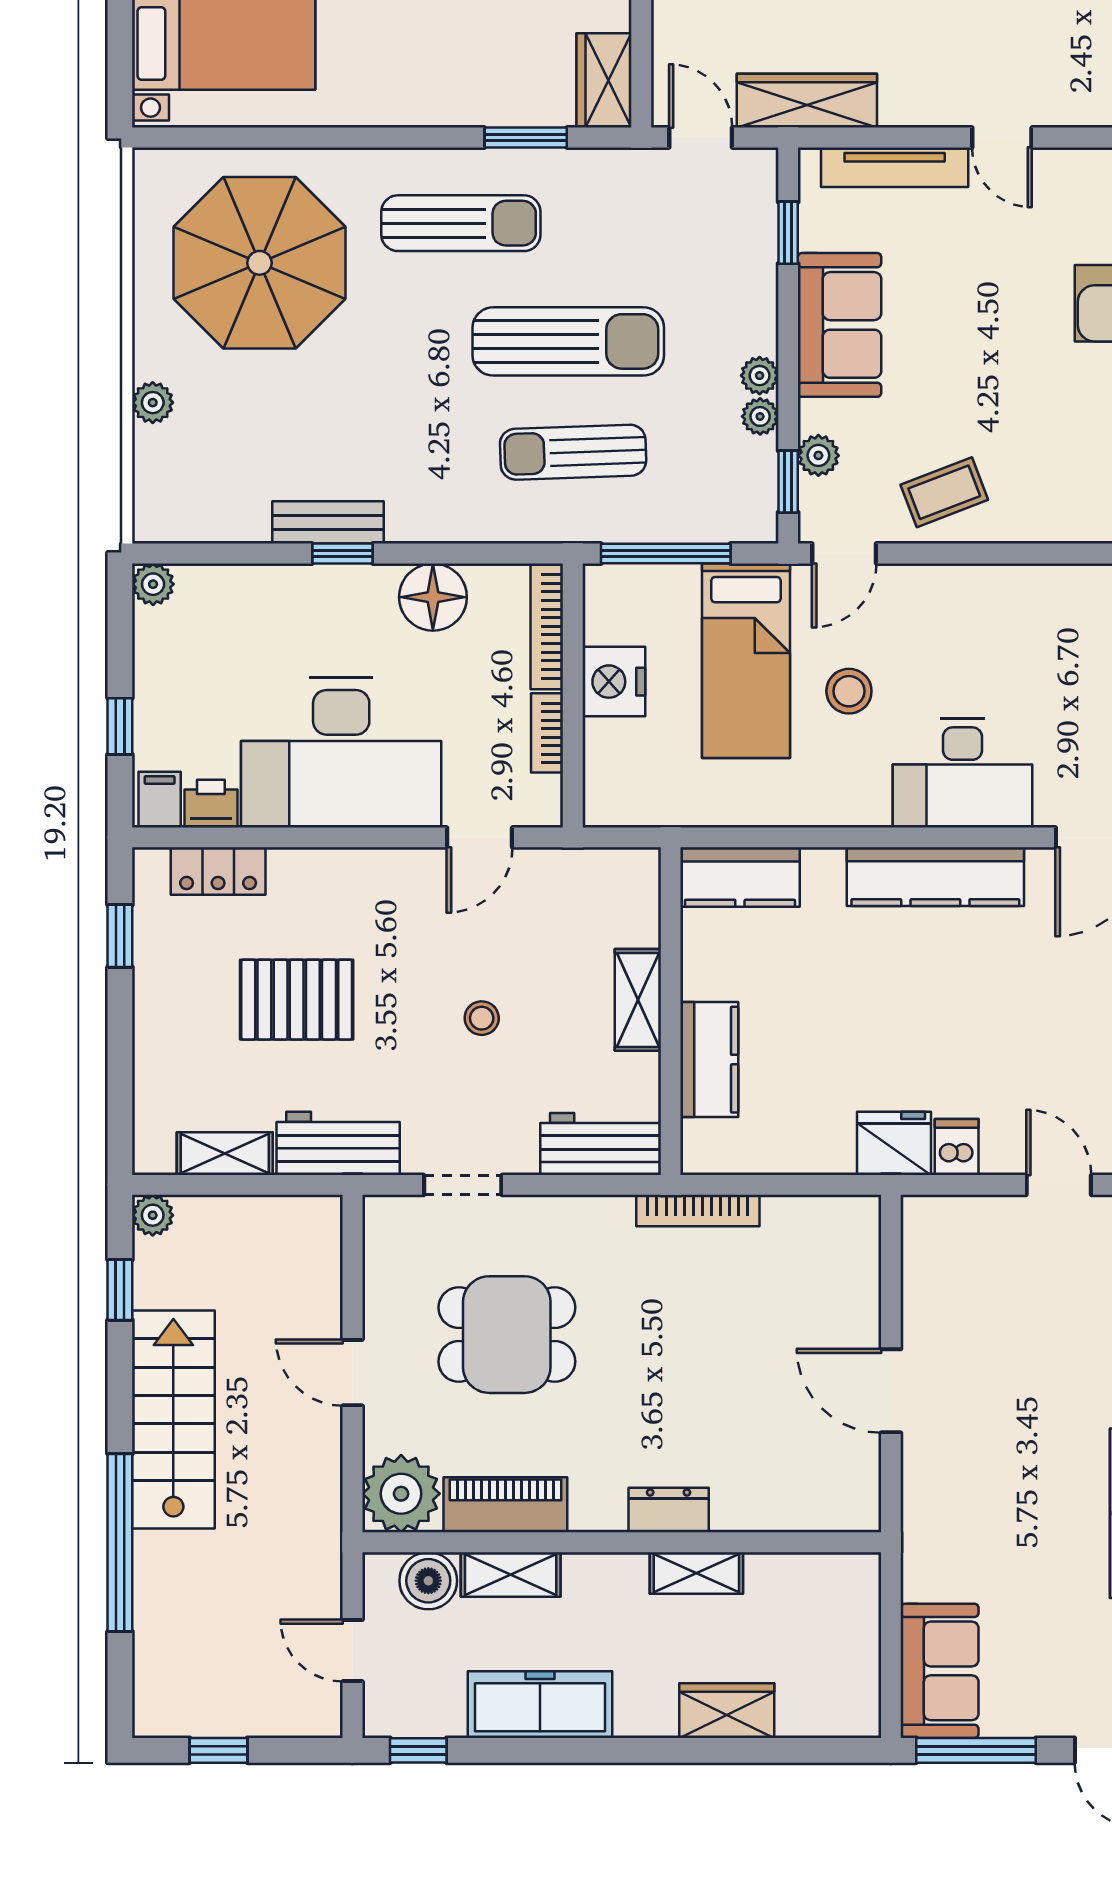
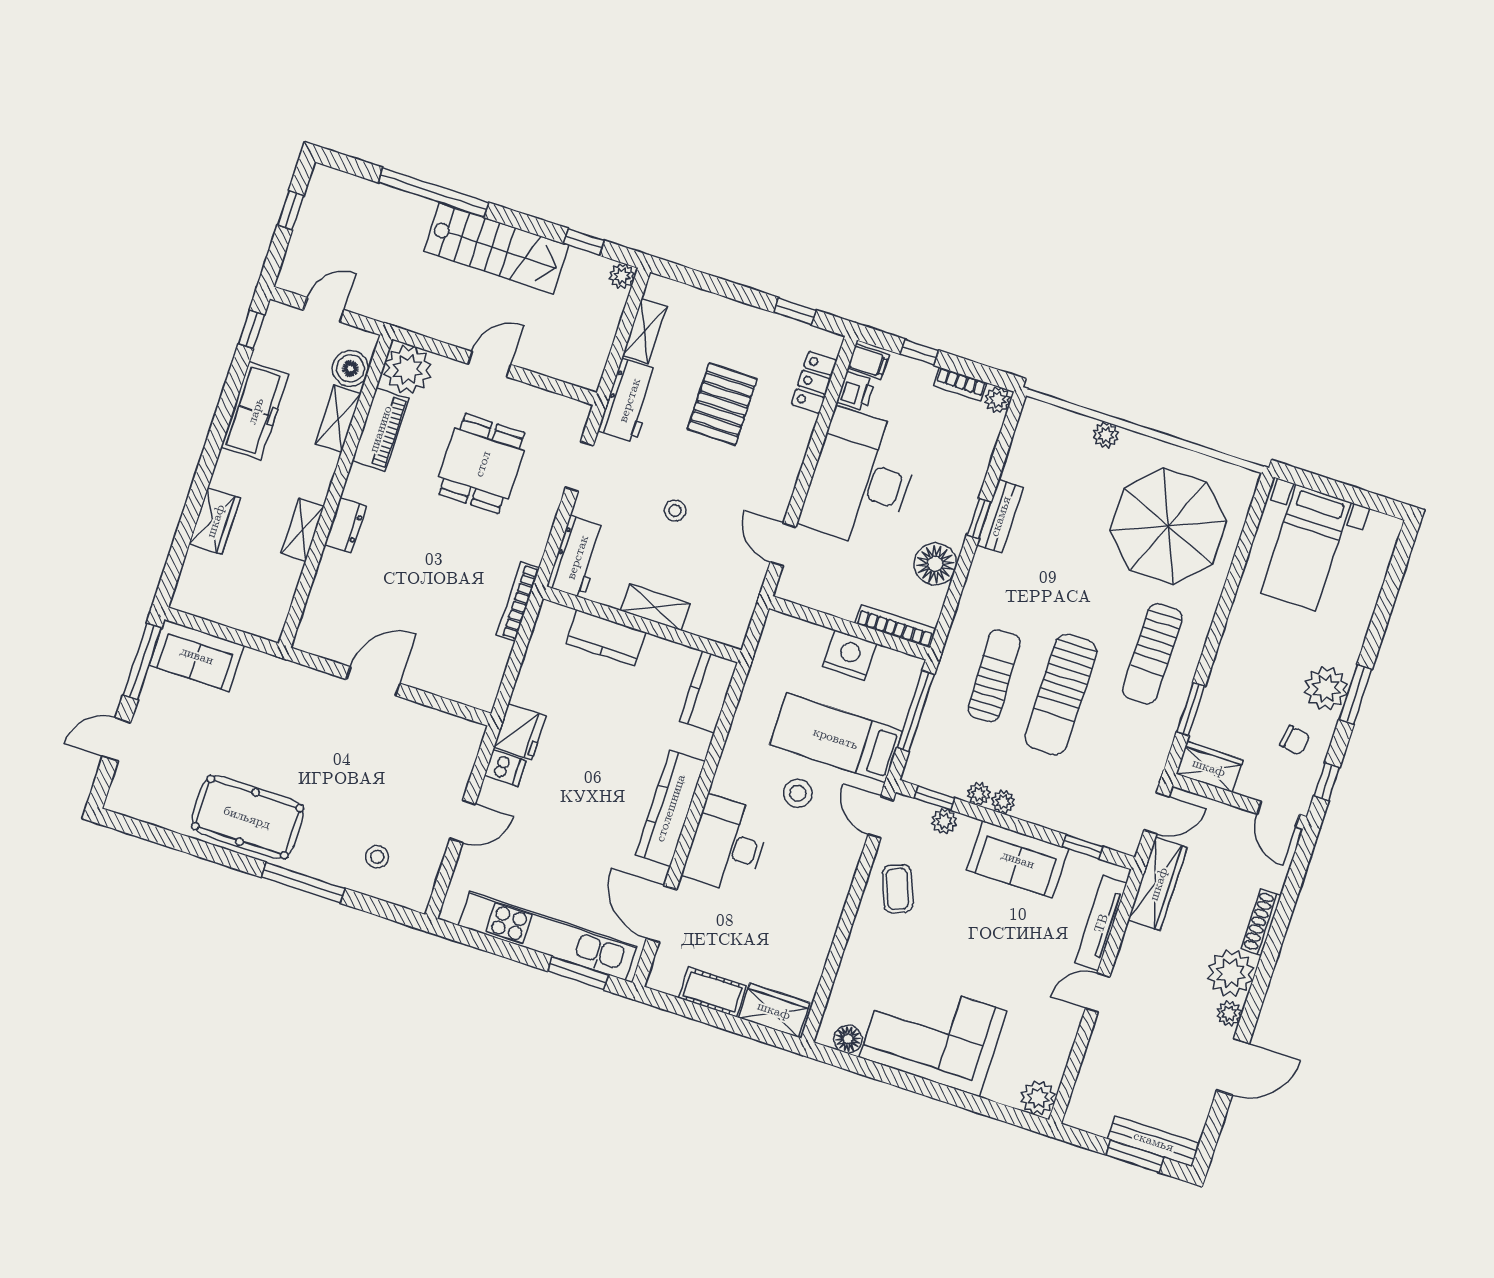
bookcase: (547, 733) -> (960, 384), moved, turned 180

